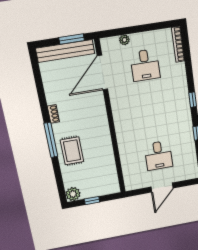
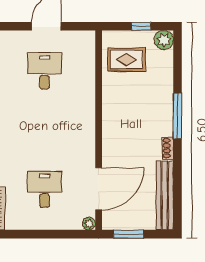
plant: (124, 40) -> (89, 224), moved
bench: (65, 51) -> (165, 195), moved, turned 90
rug: (72, 151) -> (126, 60), moved, turned 90

